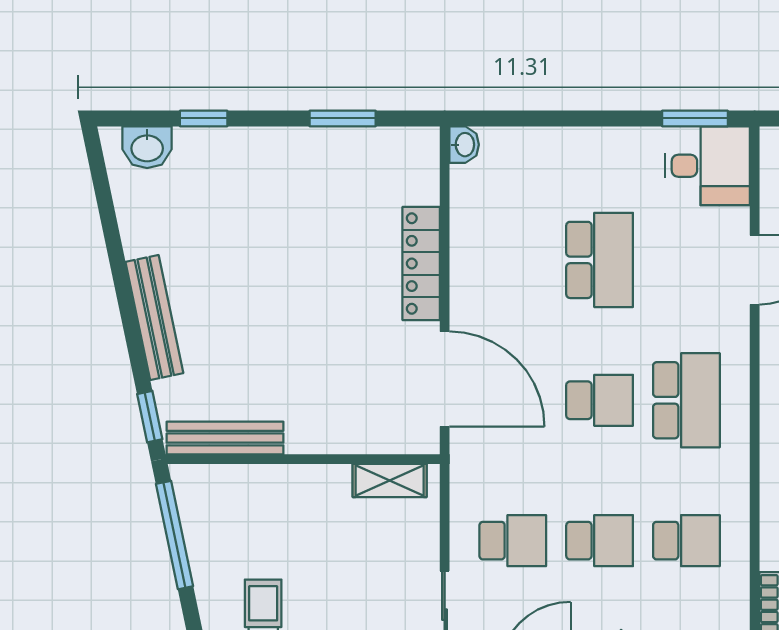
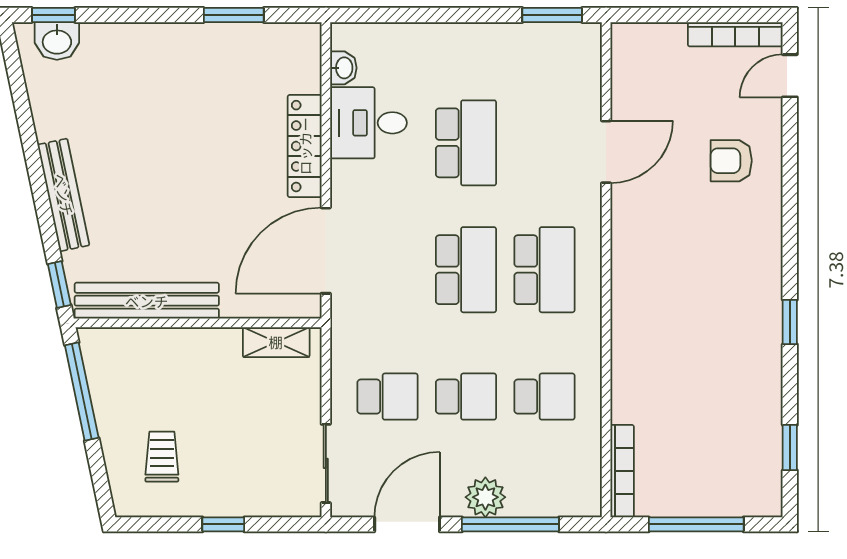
window: (204, 118) -> (53, 15), moved
washbasin: (464, 145) -> (343, 68), moved
desk: (707, 166) -> (368, 123), moved, turned 180
door: (445, 379) -> (326, 251), swing flipped
school desk: (600, 400) -> (466, 270), width x1.85
bench: (225, 438) -> (147, 301), width x1.37, depth x1.21

